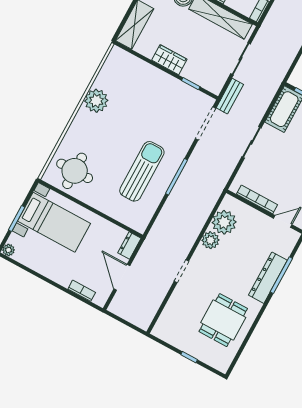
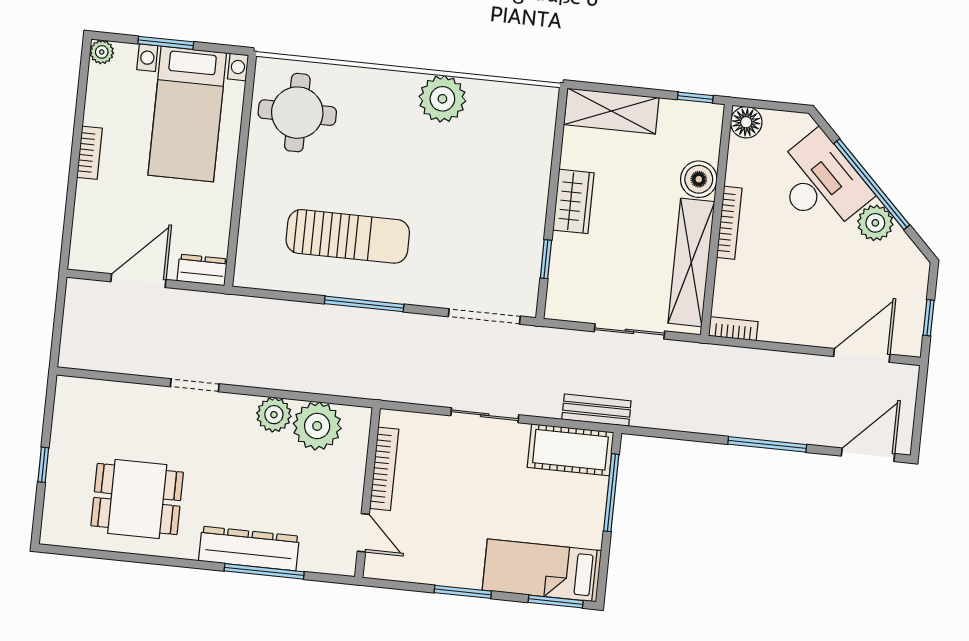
bench: (230, 96) -> (596, 410), moved
bookcase: (82, 291) -> (90, 153), moved

